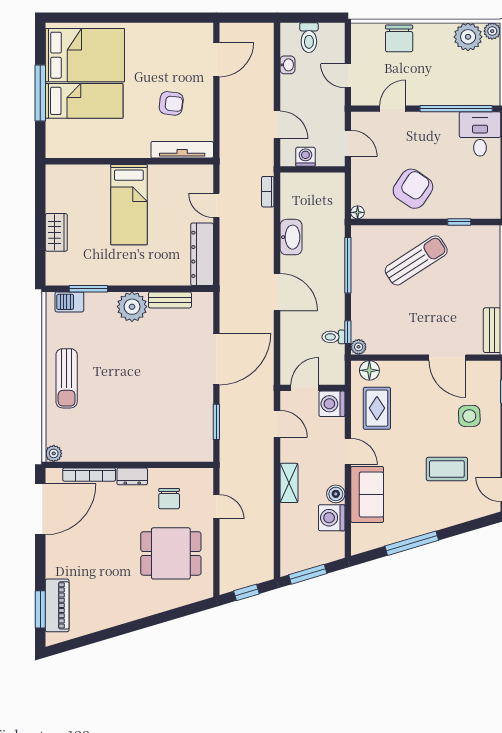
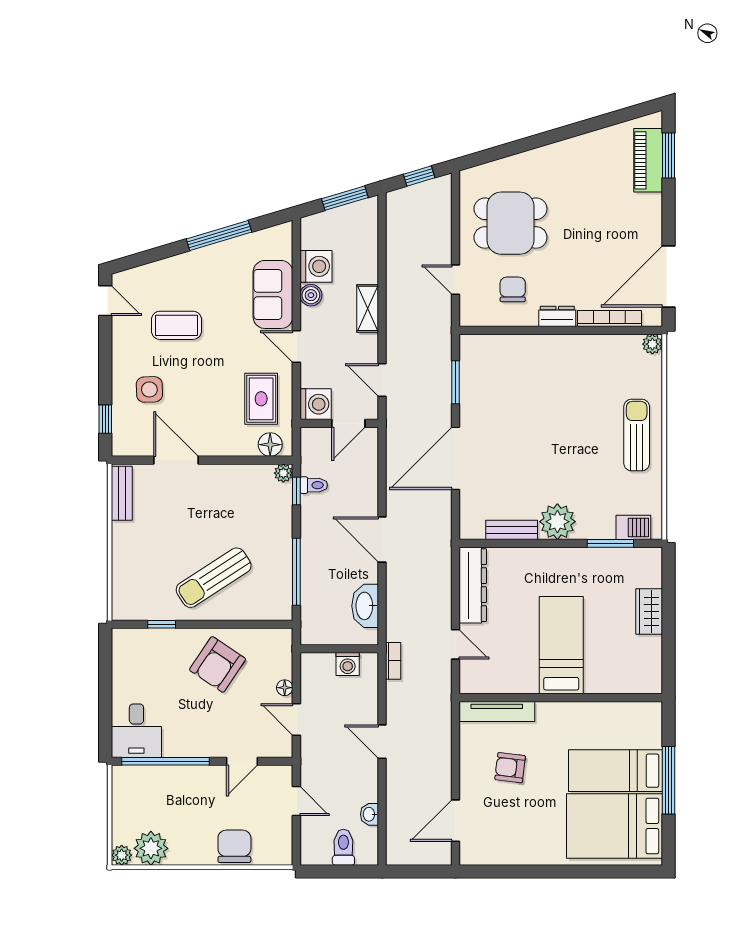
washing machine: (305, 157) -> (348, 664), moved
wall: (312, 169) -> (339, 649), moved
floor lamp: (358, 212) -> (285, 688), moved

